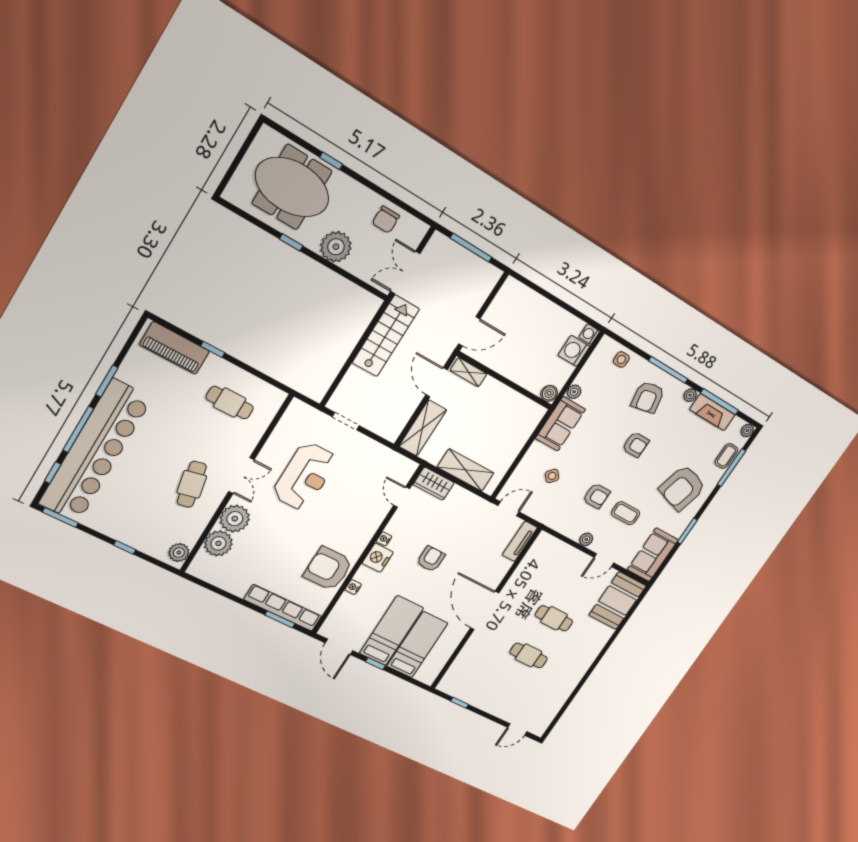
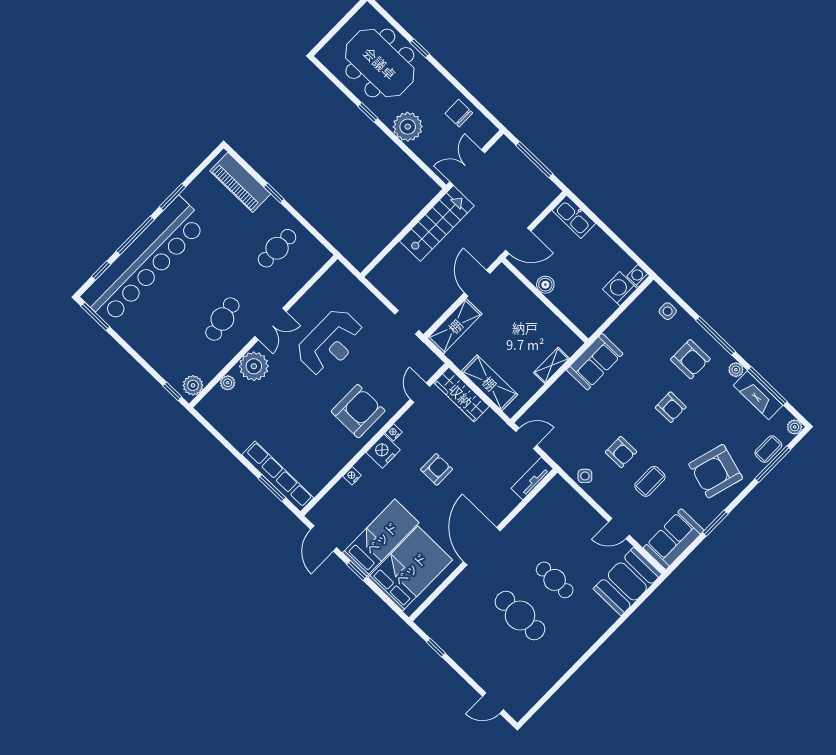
chair: (386, 220) -> (459, 113), turned 90
kitchen sink: (519, 294) -> (574, 217), added
shelving: (468, 372) -> (551, 365), moved, turned 90
plant: (574, 392) -> (614, 332), removed
boiler: (549, 393) -> (545, 285), moved
armchair: (648, 397) -> (690, 359), turned -79
cafe table: (230, 403) -> (277, 248), turned 90
doorway: (346, 421) -> (407, 322), moved
side table: (552, 476) -> (585, 476), moved
wardrobe: (434, 484) -> (461, 395), width x1.50
coffee table: (626, 513) -> (650, 481), turned 90
plant: (586, 539) -> (603, 498), removed
plant: (218, 543) -> (228, 383), width x0.53, depth x0.53
window: (125, 547) -> (172, 391), moved
armchair: (328, 569) -> (358, 411), moved, turned 90
bed: (417, 645) -> (410, 569), width x1.50
cafe table: (529, 655) -> (520, 615), width x1.37, depth x1.35

